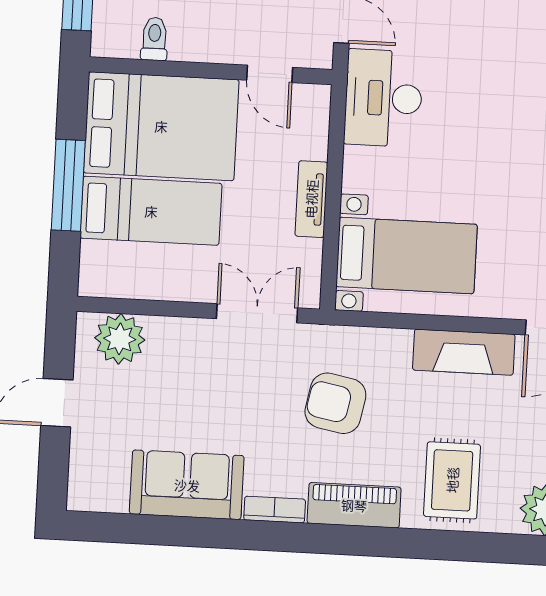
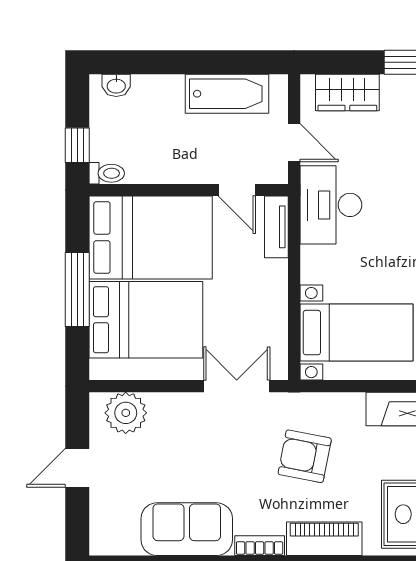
toilet: (154, 39) -> (107, 173), moved, turned 90
tv unit: (311, 199) -> (276, 227), moved
bed: (151, 211) -> (146, 320), width x1.50

